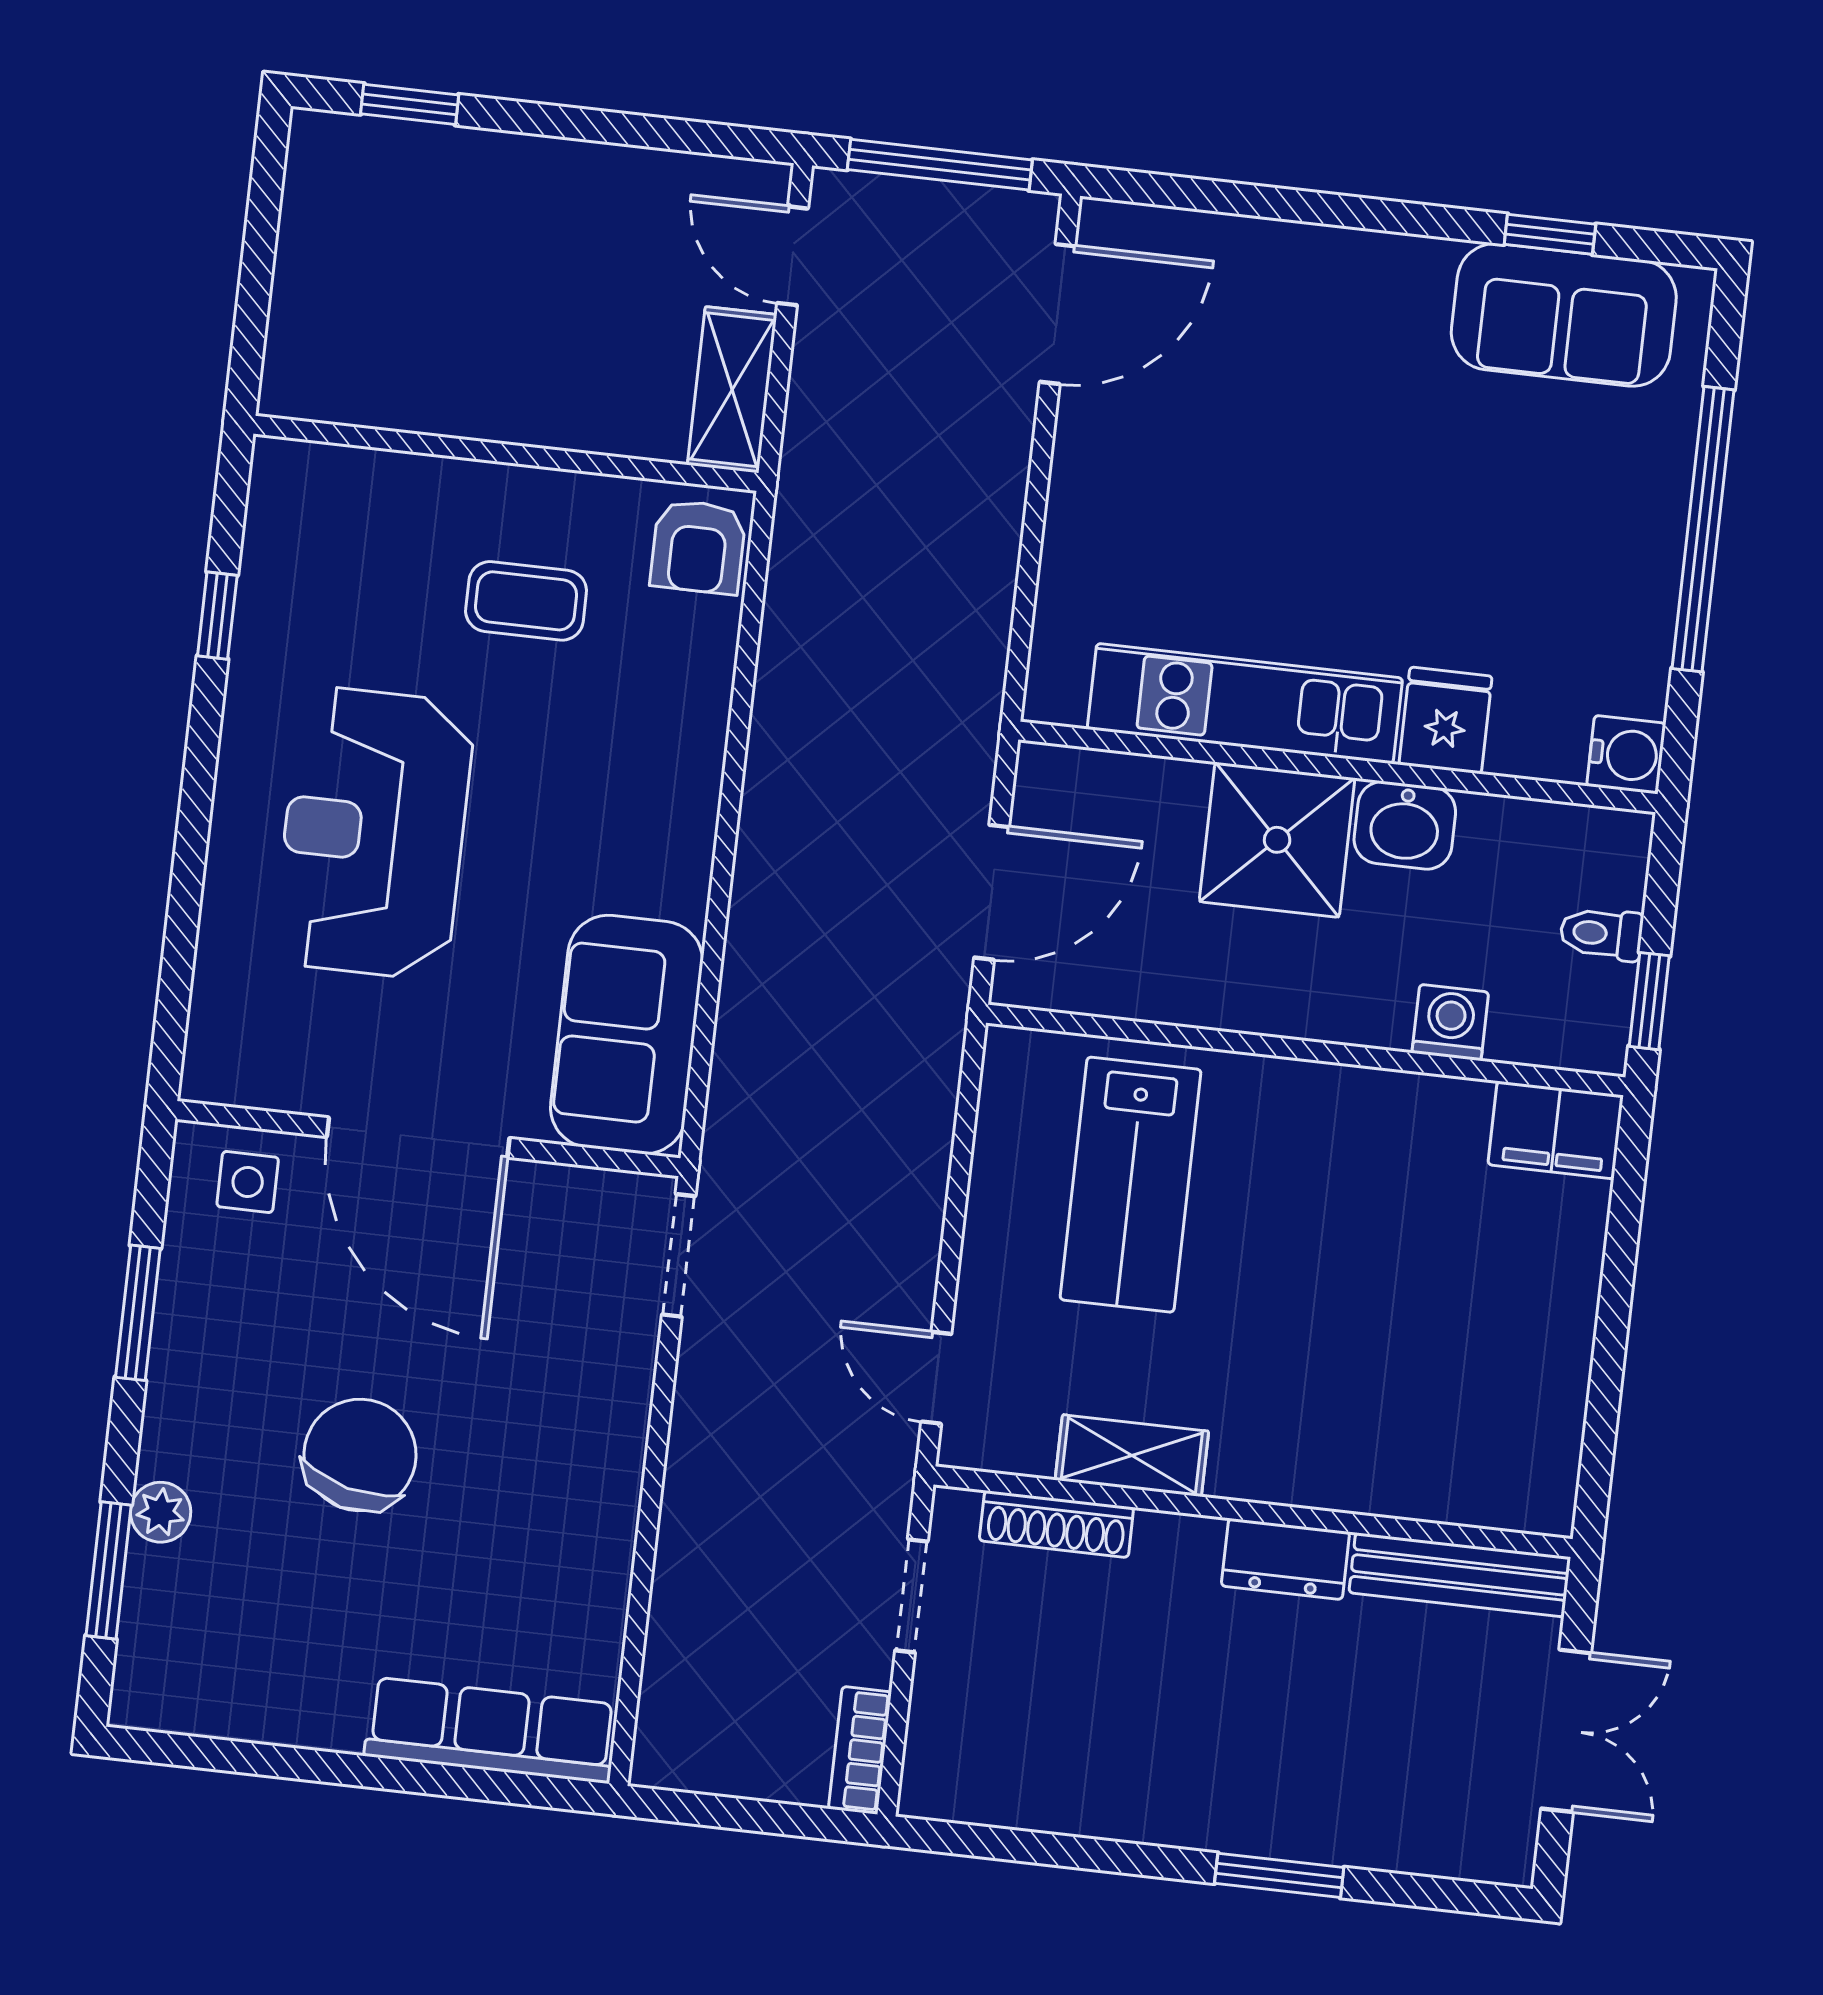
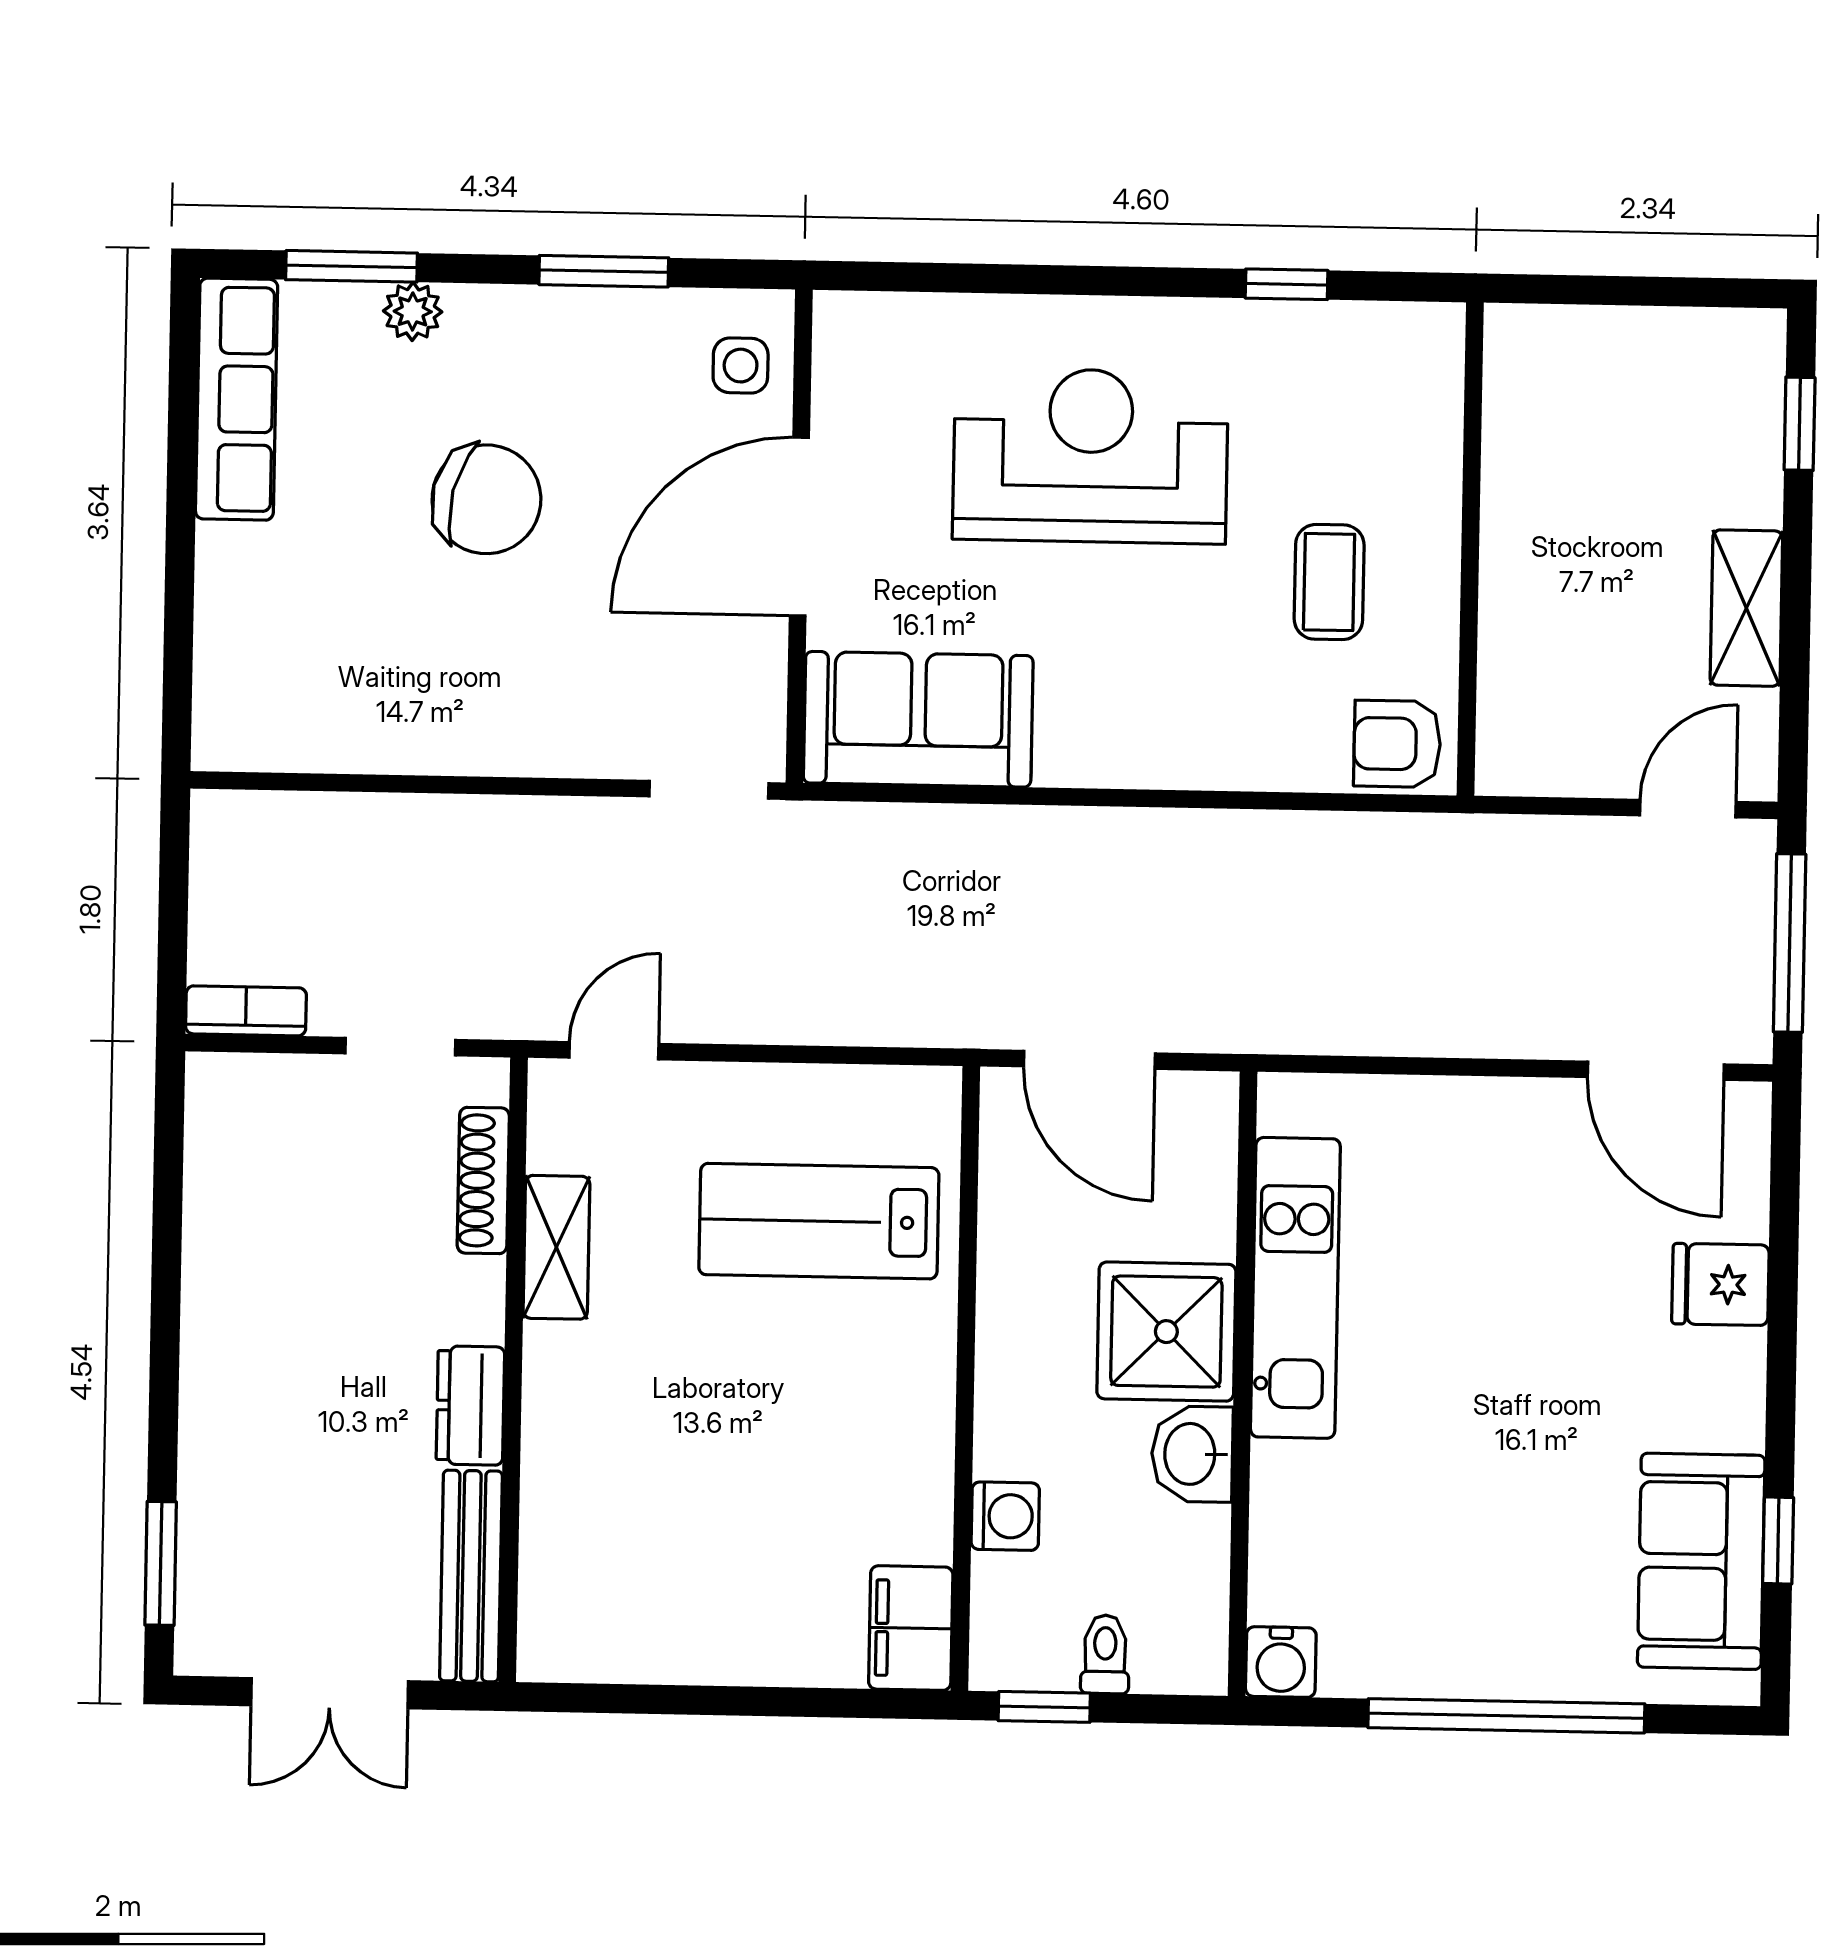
shelving: (732, 390) -> (1746, 608), moved, turned 90
fridge: (1446, 720) -> (1720, 1284), moved, turned 180
row of seats: (491, 1730) -> (237, 399), moved
window: (1279, 1875) -> (161, 1563), moved

